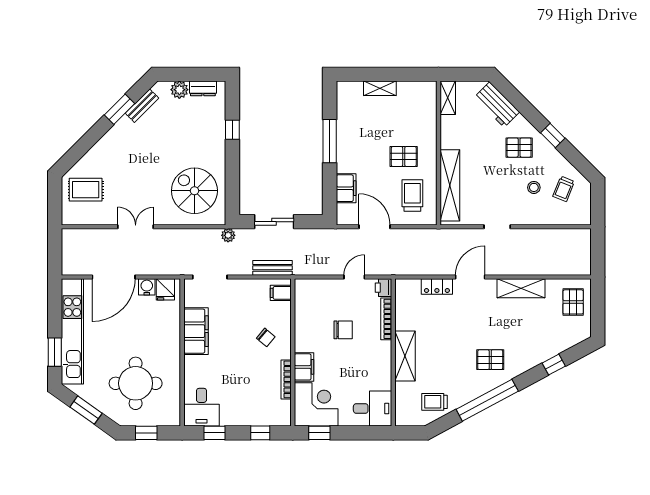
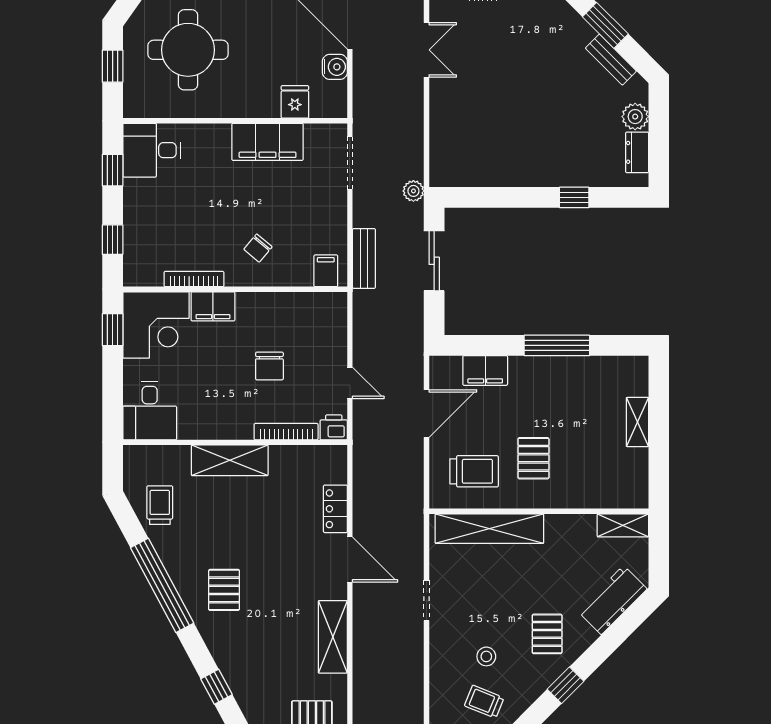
spiral stairs: (194, 191) -> (481, 140), removed
fridge: (165, 289) -> (295, 102), moved, turned 90

